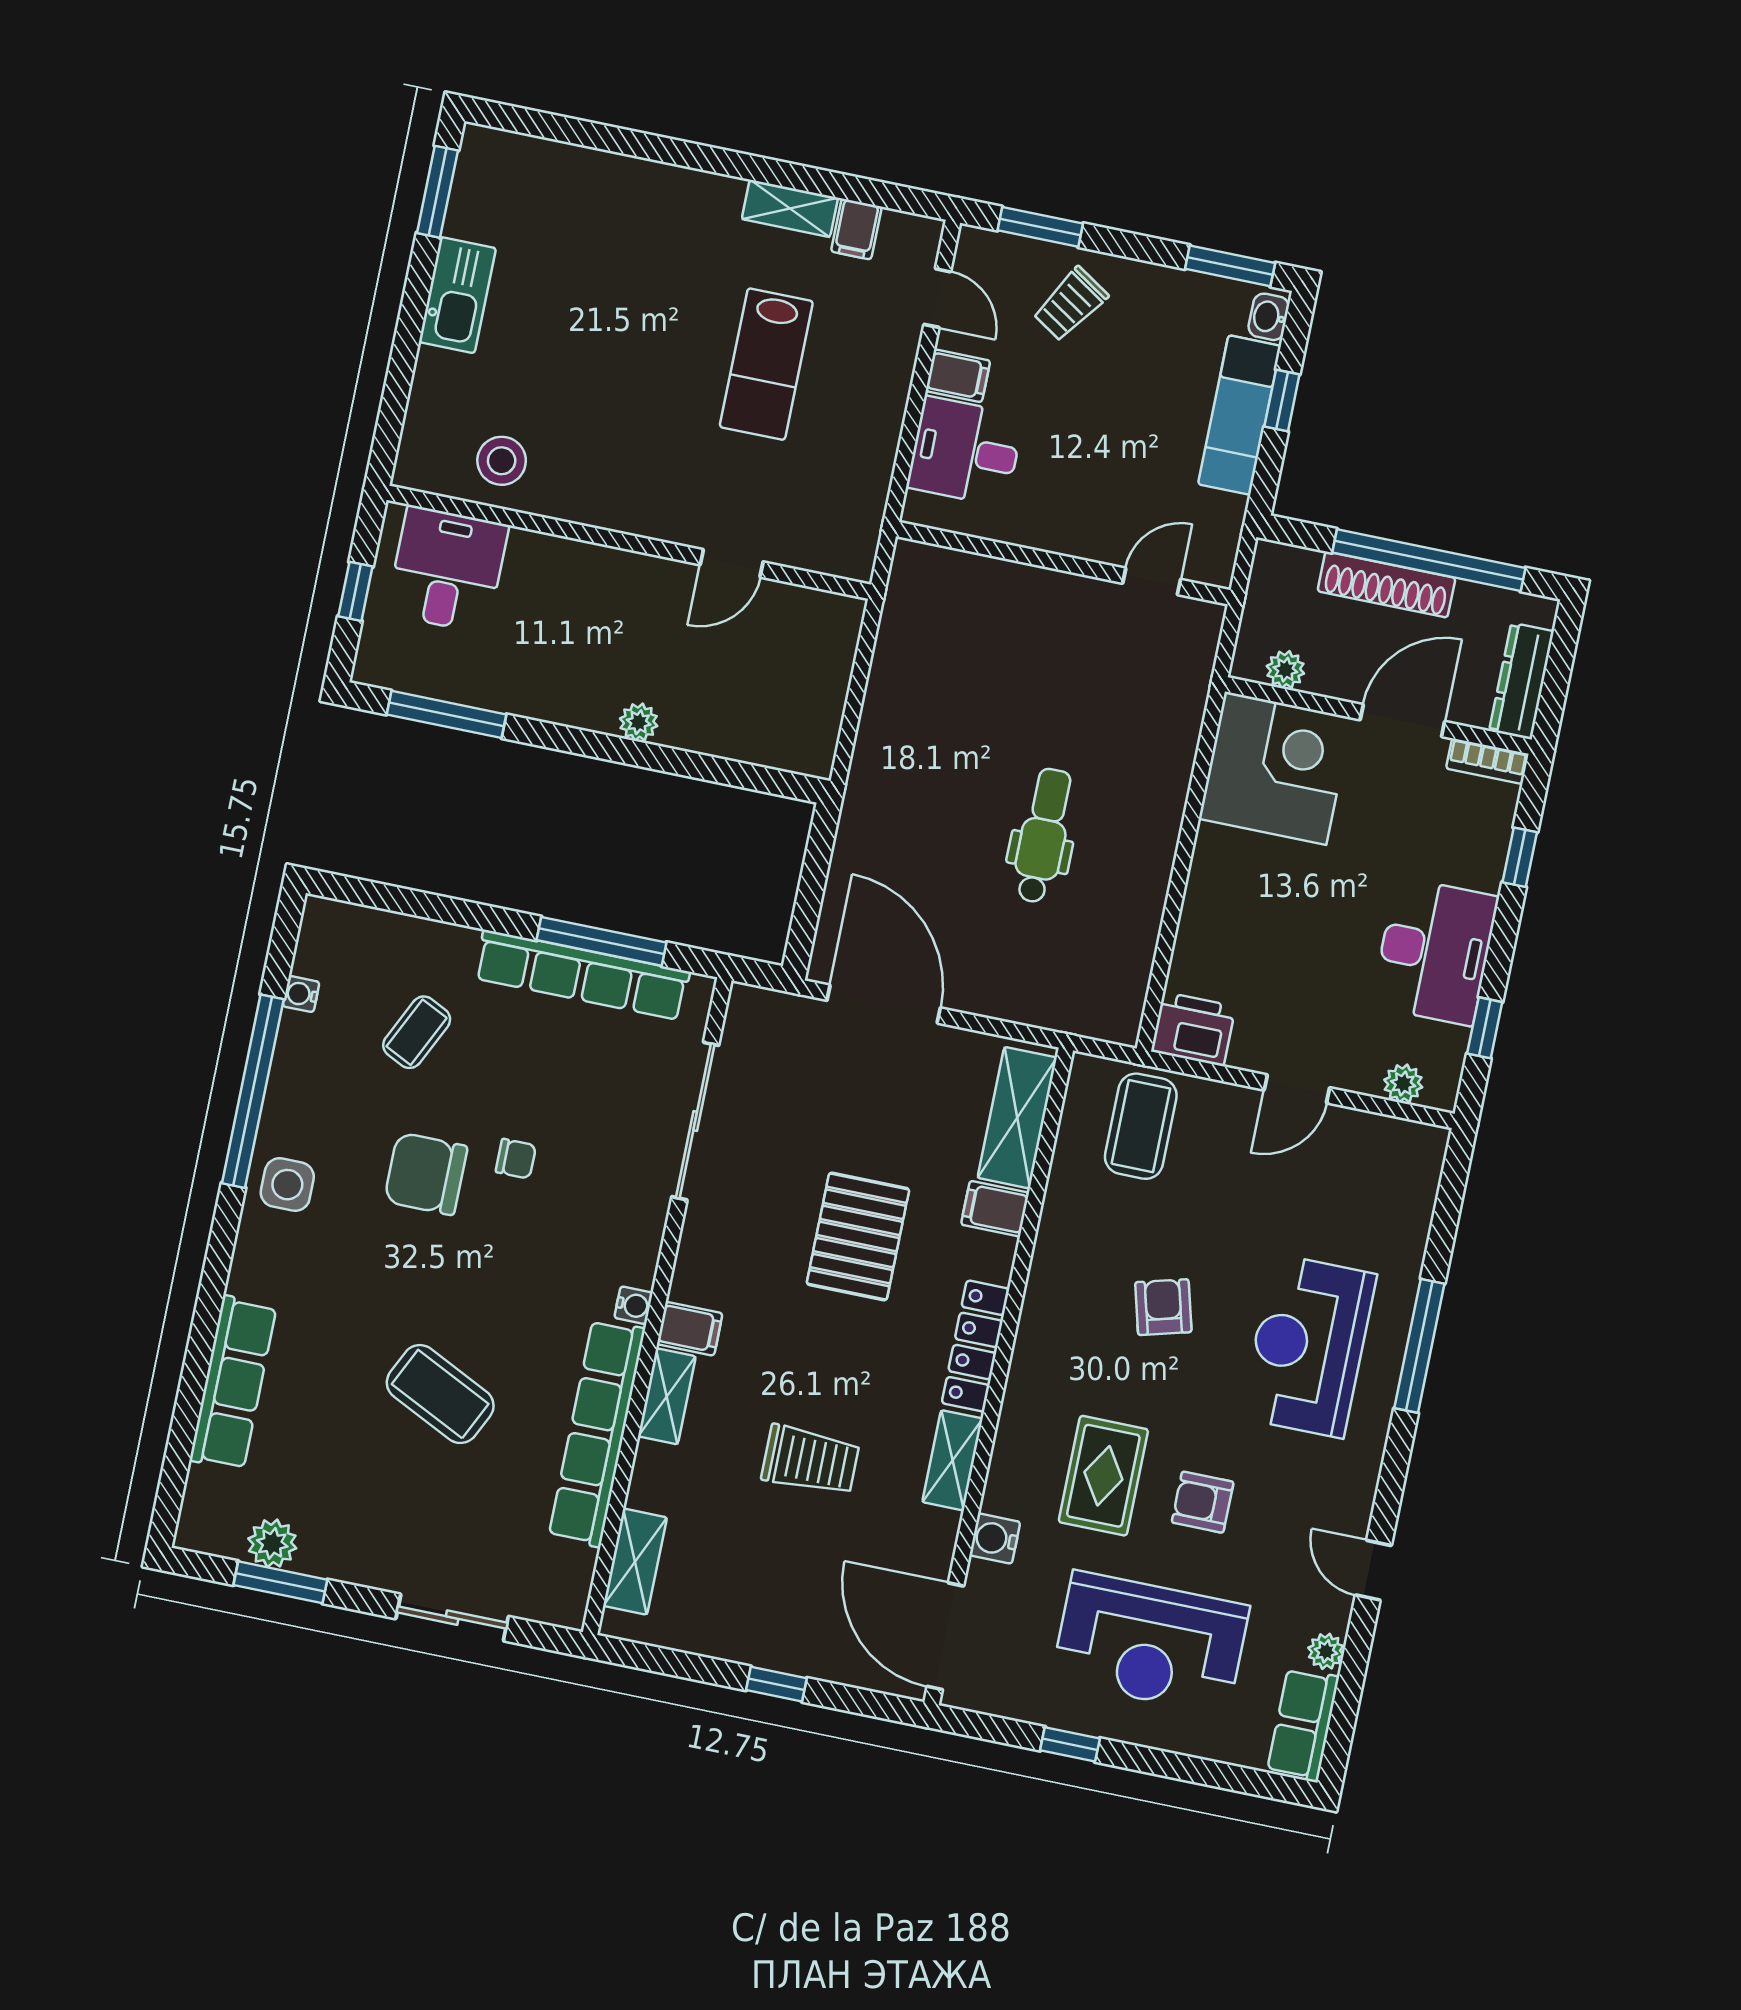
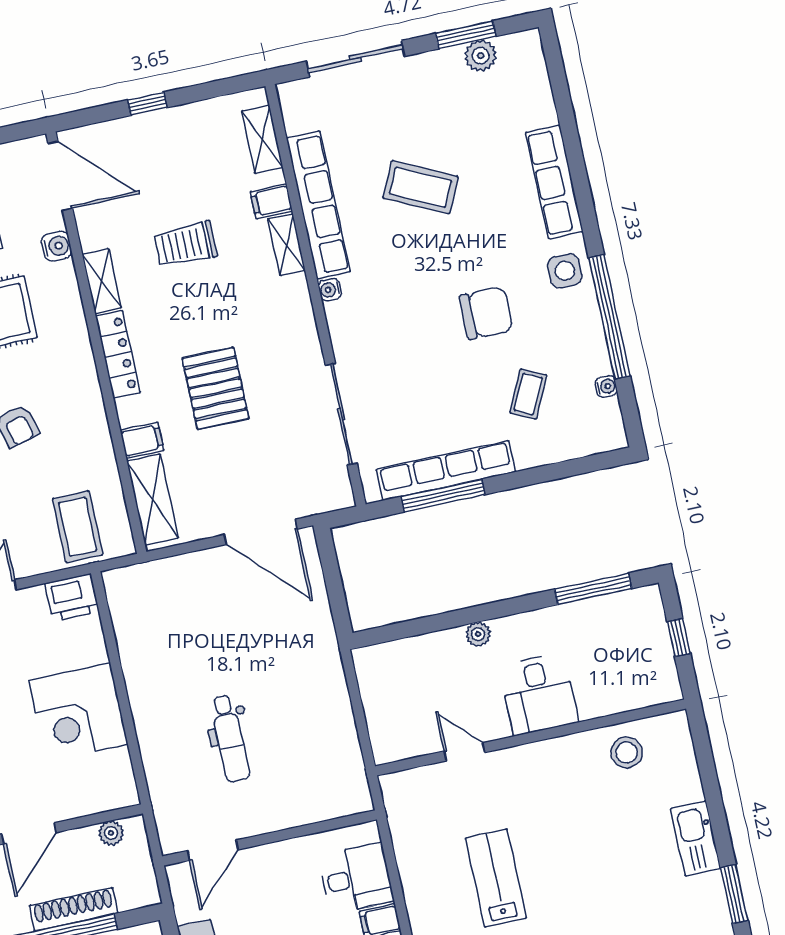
door: (732, 563) -> (465, 752), hinge flipped
desk: (447, 569) -> (539, 694), moved
door: (1152, 581) -> (213, 850), width x1.38
corner desk: (1275, 768) -> (78, 712), moved
dental chair: (1043, 836) -> (230, 739), moved
chair: (516, 1159) -> (437, 345), removed
filing cabinet: (690, 1329) -> (271, 201), moved
row of seats: (233, 1383) -> (554, 182), moved
sliding door: (452, 1618) -> (355, 59), width x1.37

